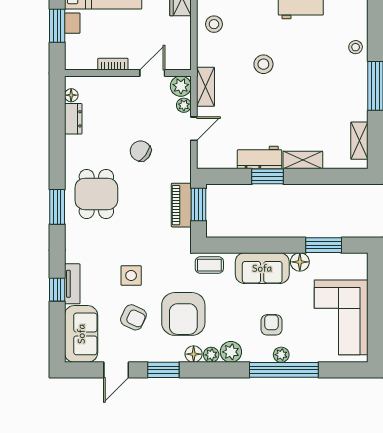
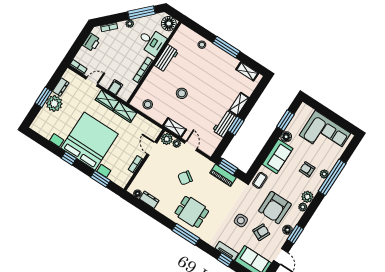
window: (57, 207) -> (186, 234), width x1.44
armchair: (183, 314) -> (275, 208), turned 90
floor lamp: (194, 354) -> (287, 230), moved

